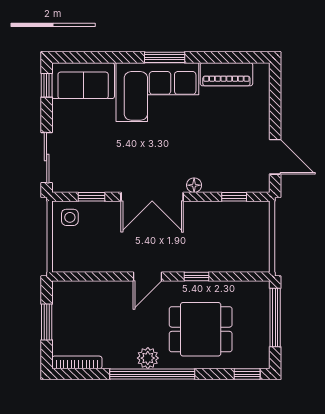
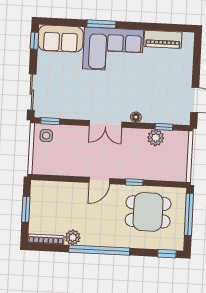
window: (165, 57) -> (101, 24), moved
window: (91, 197) -> (50, 121), moved
double door: (152, 197) -> (106, 124), width x0.73
plant: (223, 213) -> (156, 138), added
dining table: (201, 329) -> (148, 212), moved
plant: (148, 358) -> (73, 237), moved

